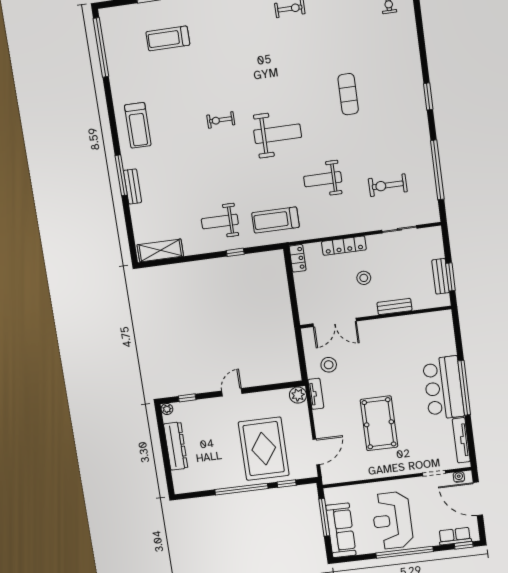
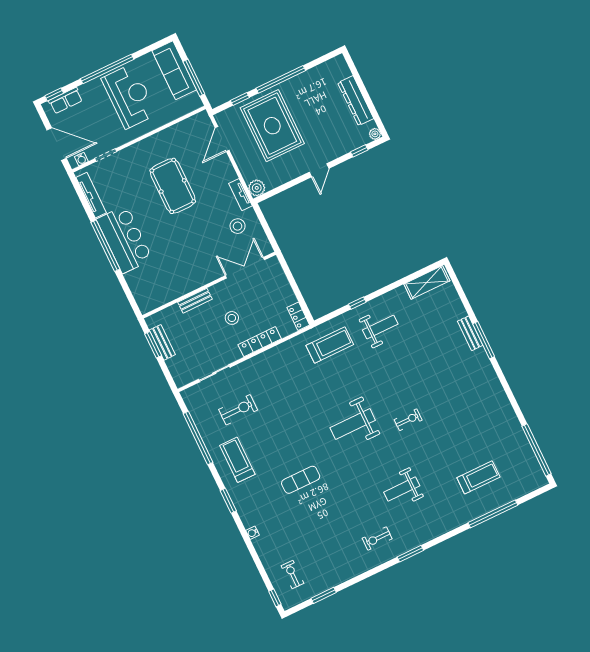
water cooler: (415, 56) -> (252, 533), added
exercise mat: (348, 94) -> (301, 480), turned 90
treadmill: (138, 125) -> (237, 460), moved
weight bench: (323, 179) -> (402, 489), moved, turned 180

